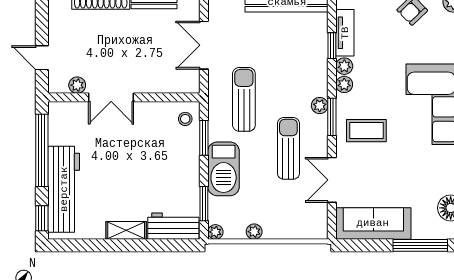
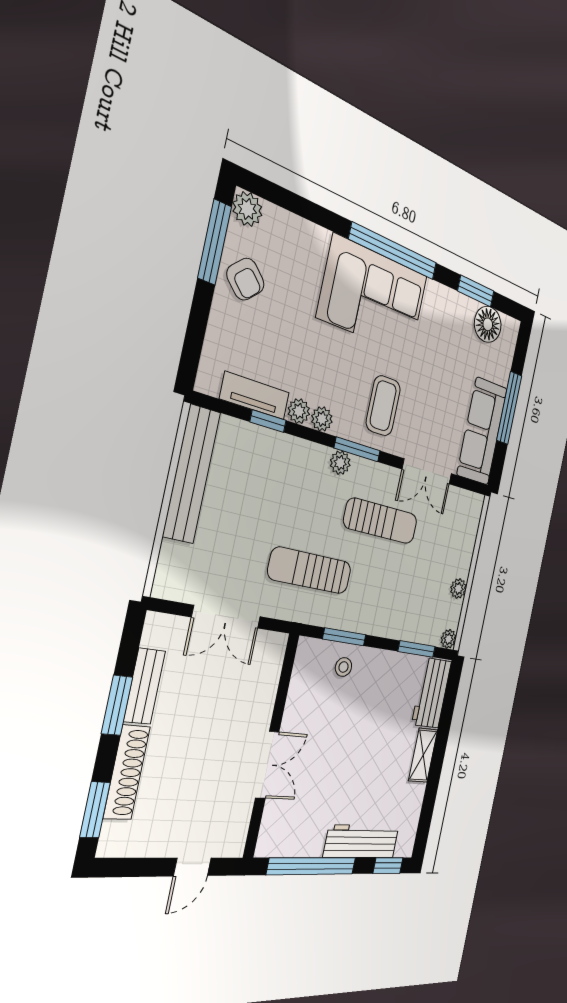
plant: (77, 85) -> (241, 814), removed
stool: (185, 119) -> (344, 667), moved
sun lounger: (288, 148) -> (381, 521), turned 180
barbecue: (224, 169) -> (385, 616), removed
workbench: (64, 189) -> (362, 841), width x0.73, depth x0.76
window: (420, 245) -> (509, 408), moved

